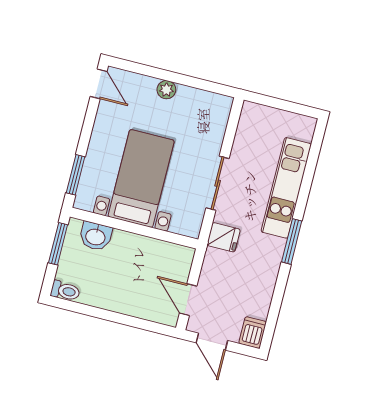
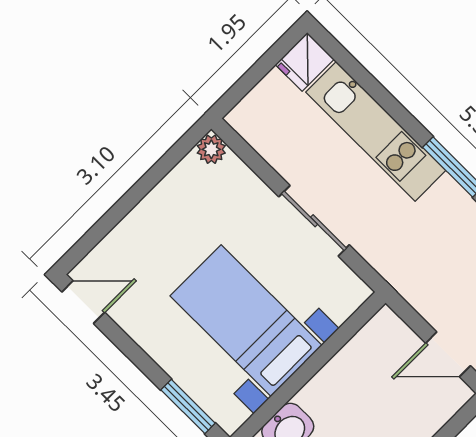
plant: (166, 90) -> (211, 149), moved
fridge: (224, 237) -> (305, 62), moved, turned 180

